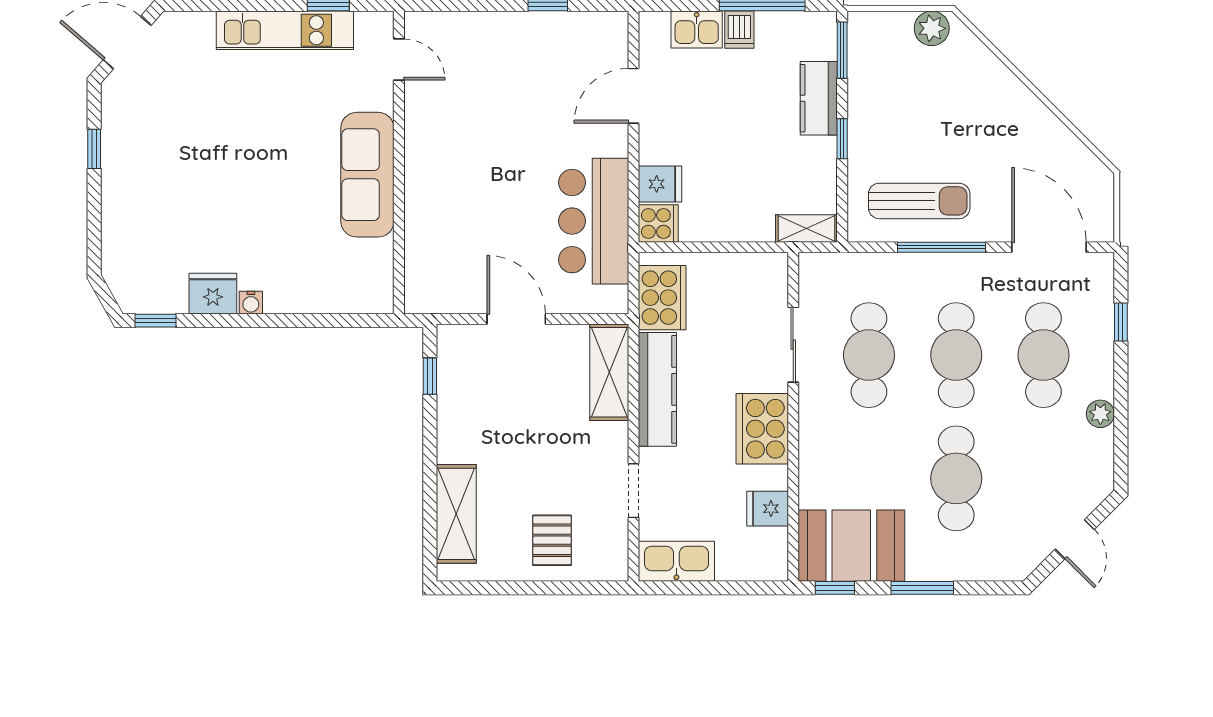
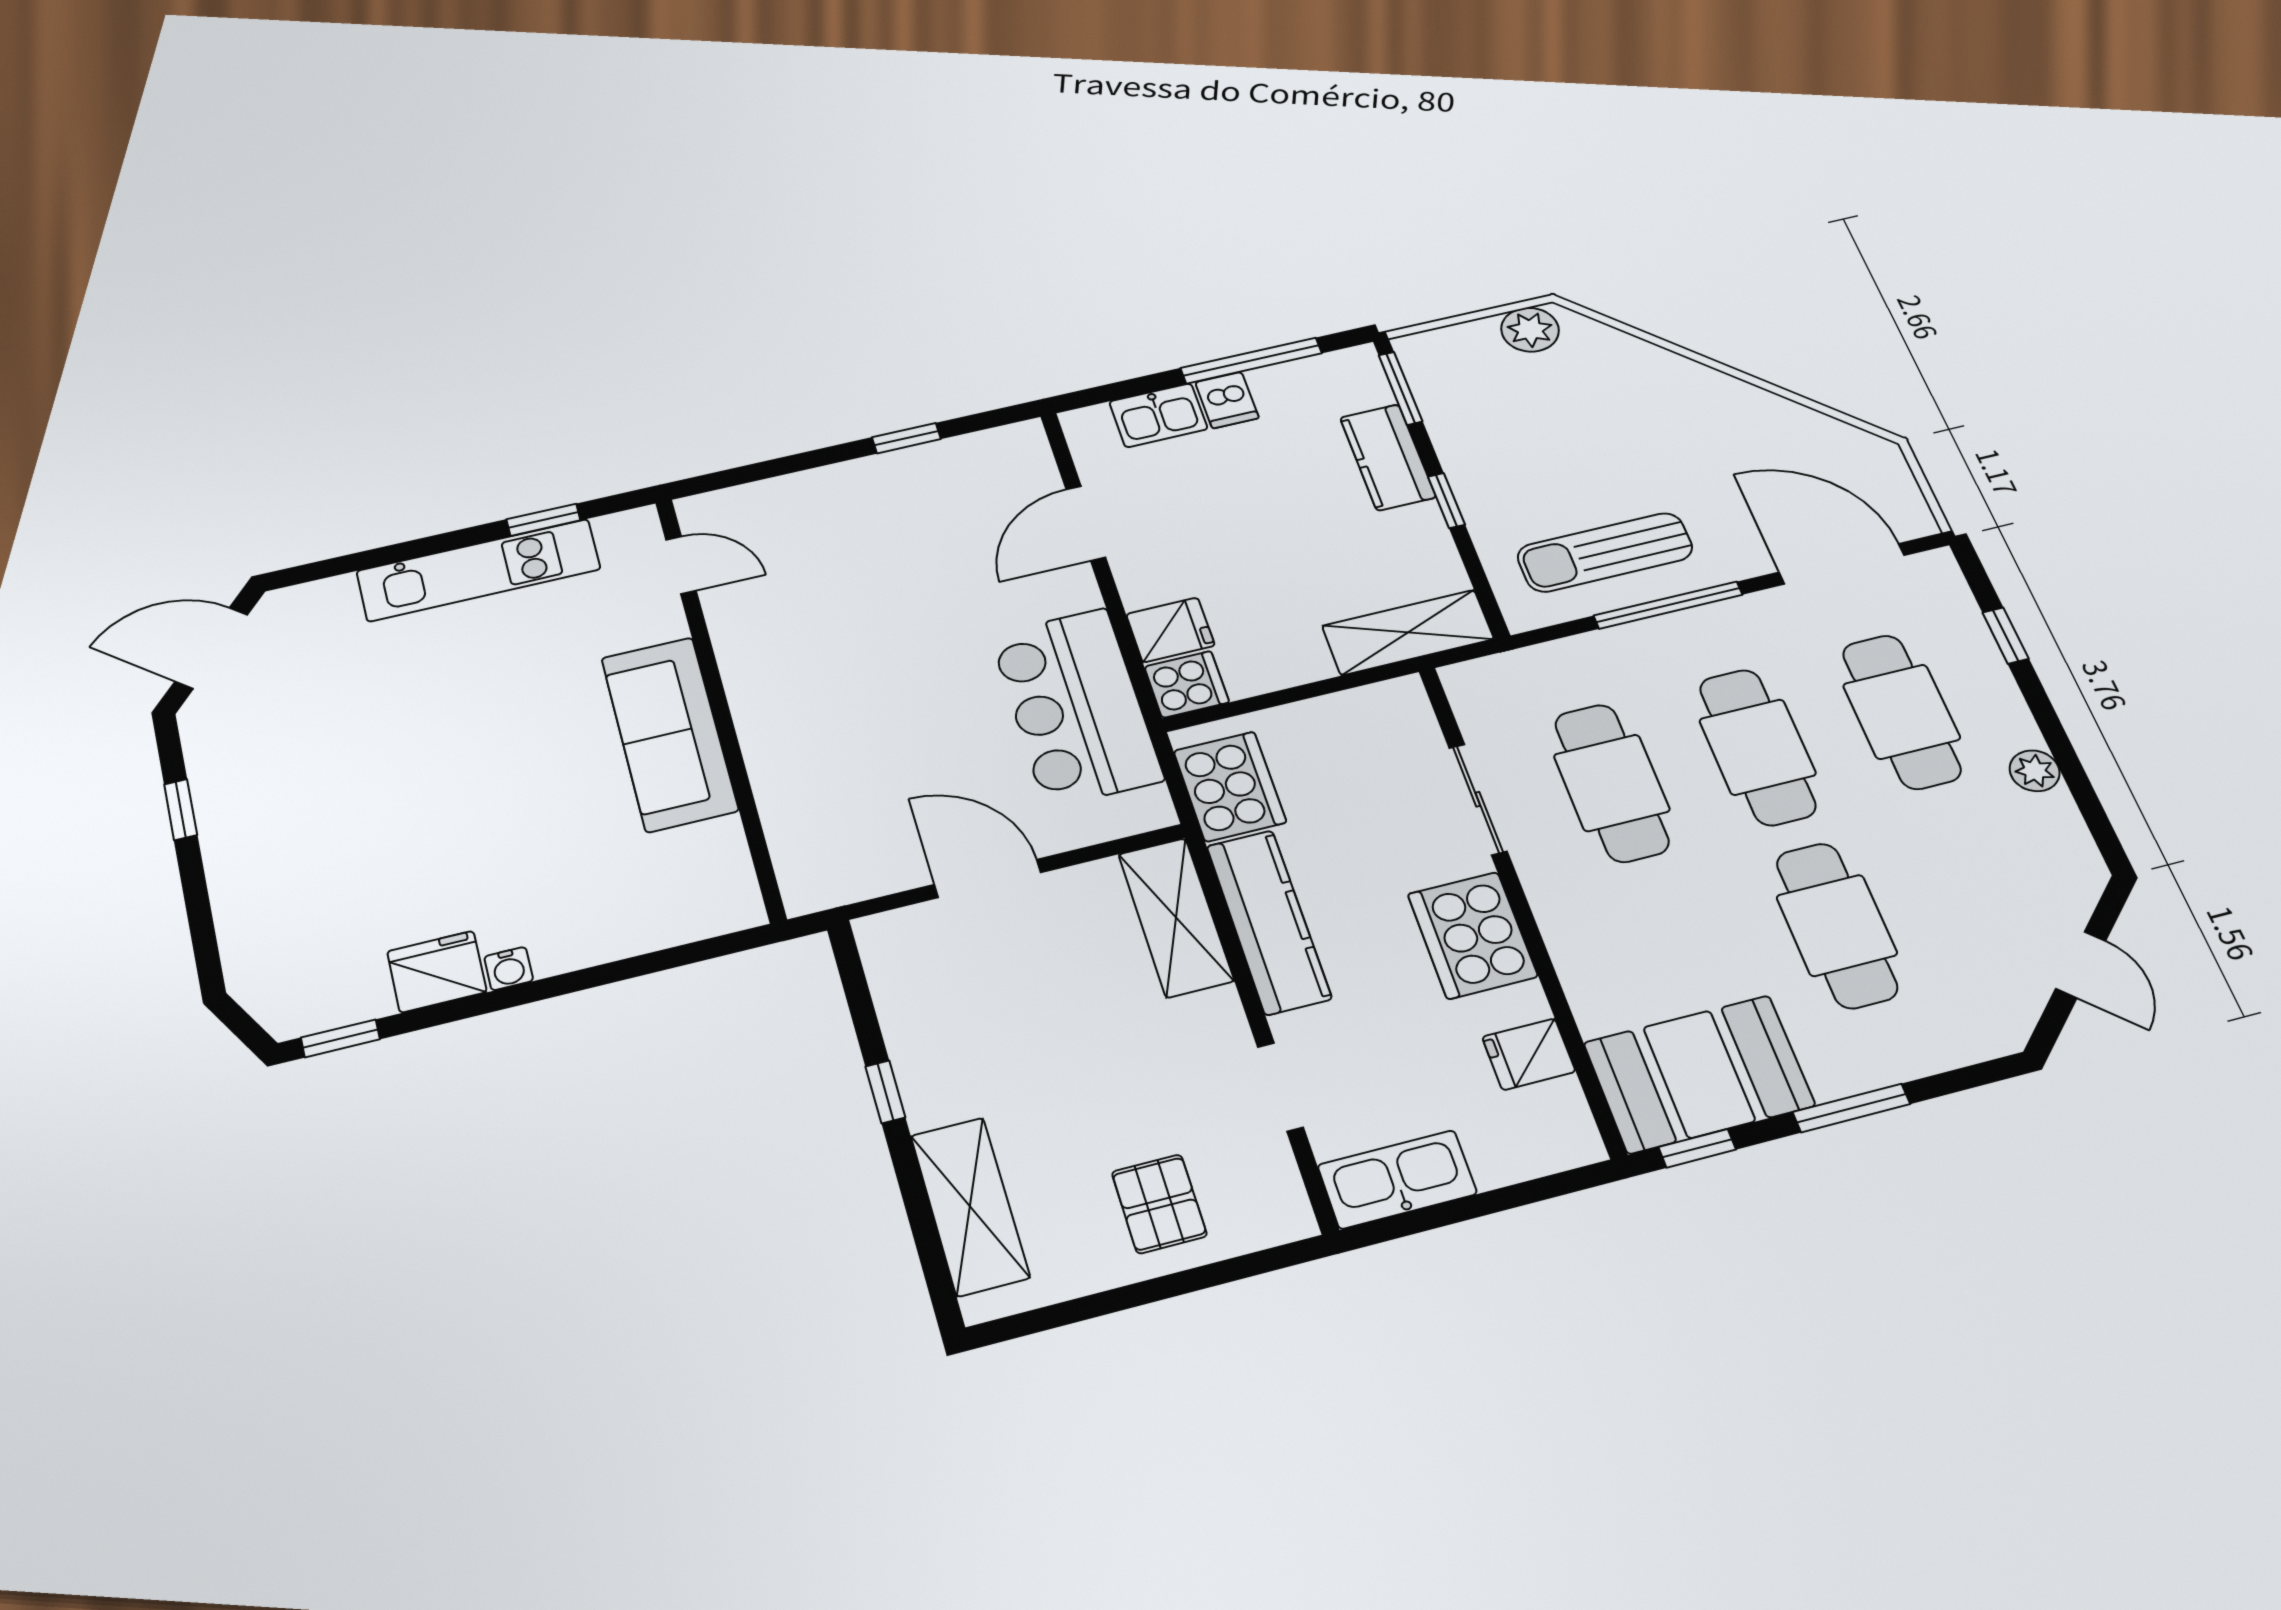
sun lounger: (919, 201) -> (1605, 552), turned 180
shelving: (806, 228) -> (1408, 632), width x1.50, depth x1.33
window: (430, 376) -> (885, 1092), moved

